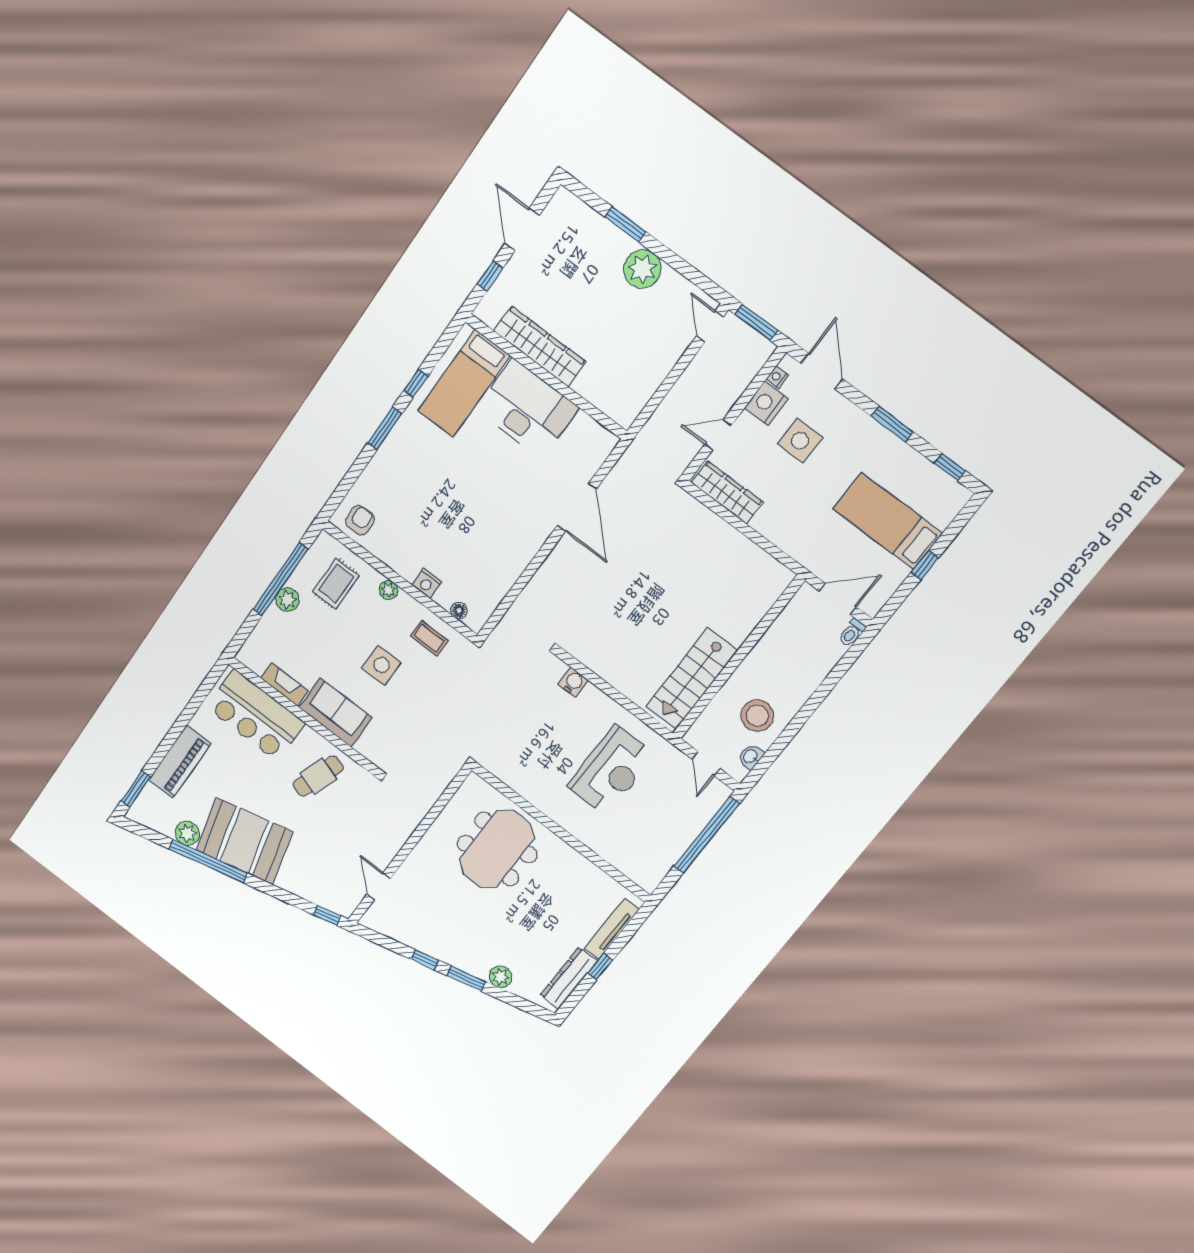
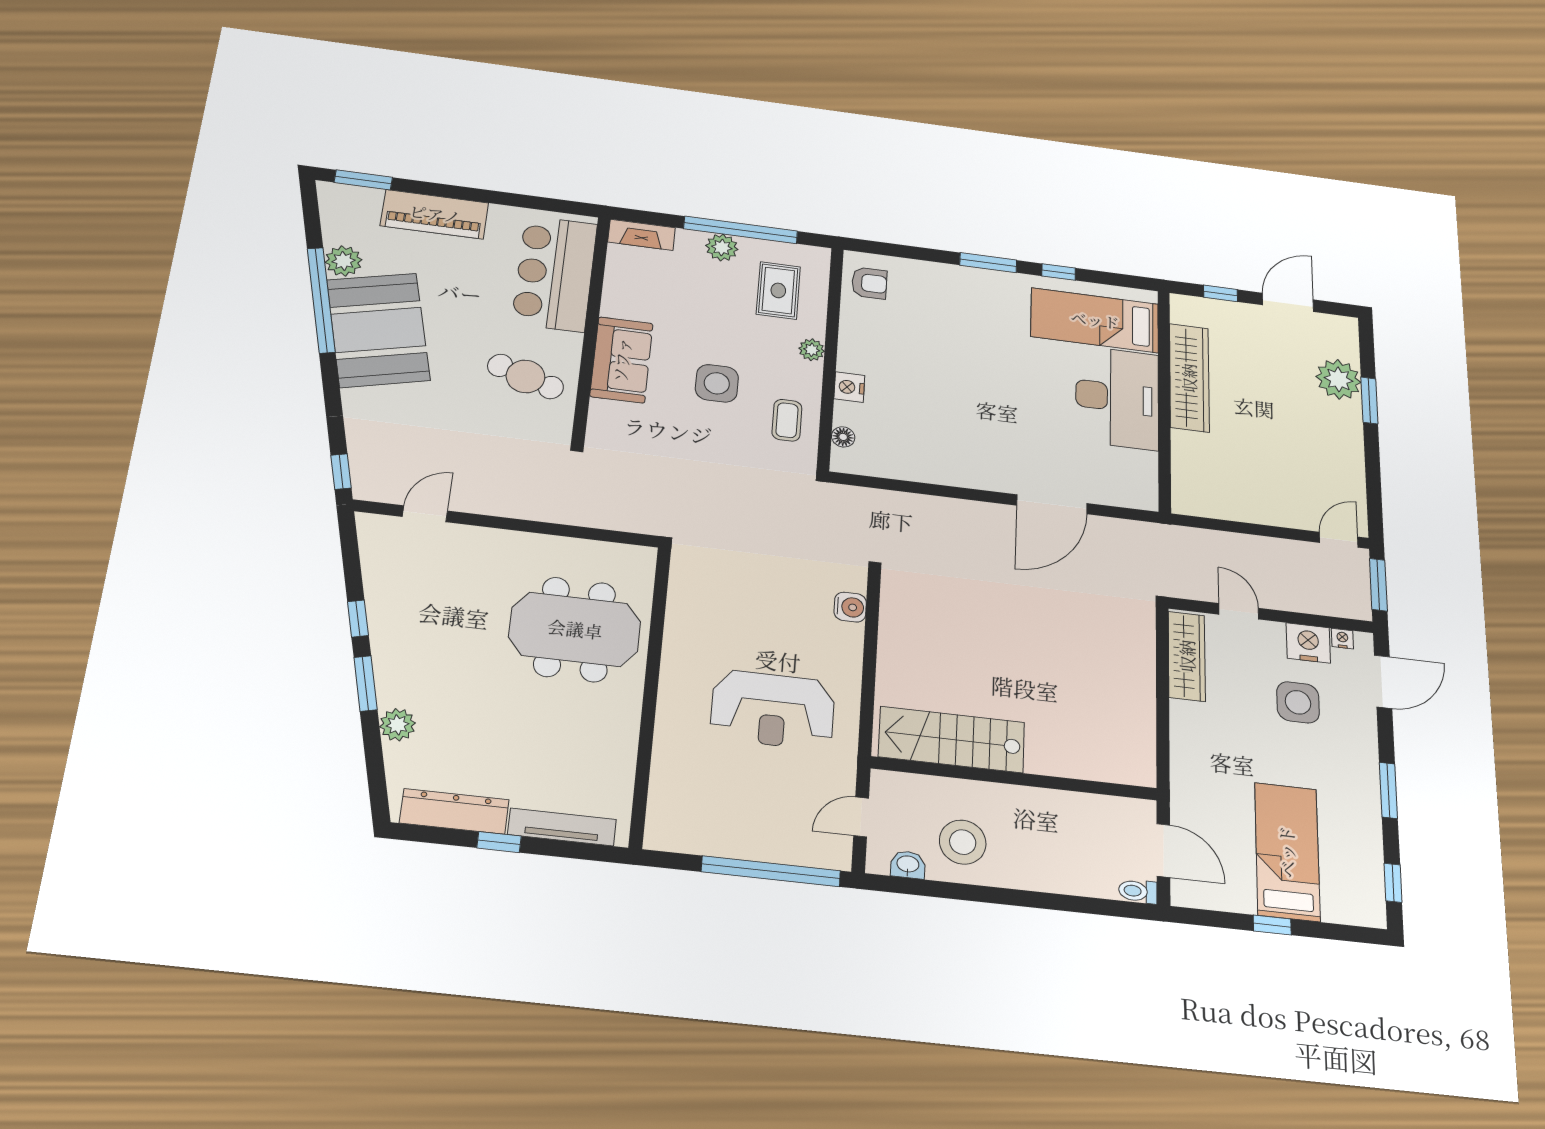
plant: (642, 269) -> (1338, 379), moved
rug: (336, 584) -> (778, 290), turned 90
fireplace: (285, 685) -> (642, 235), moved, turned 90

